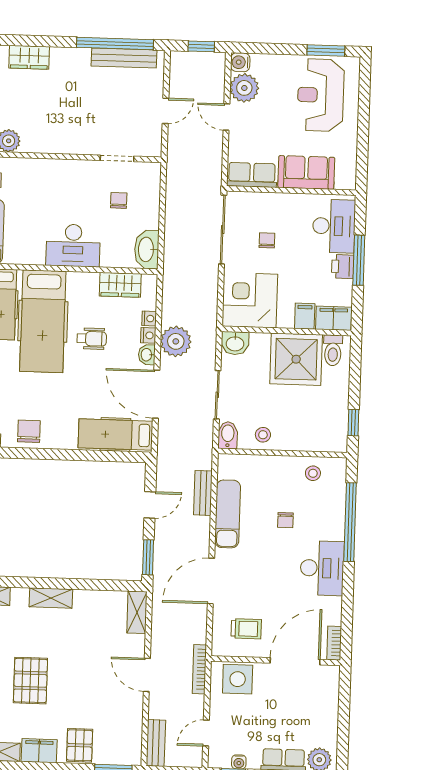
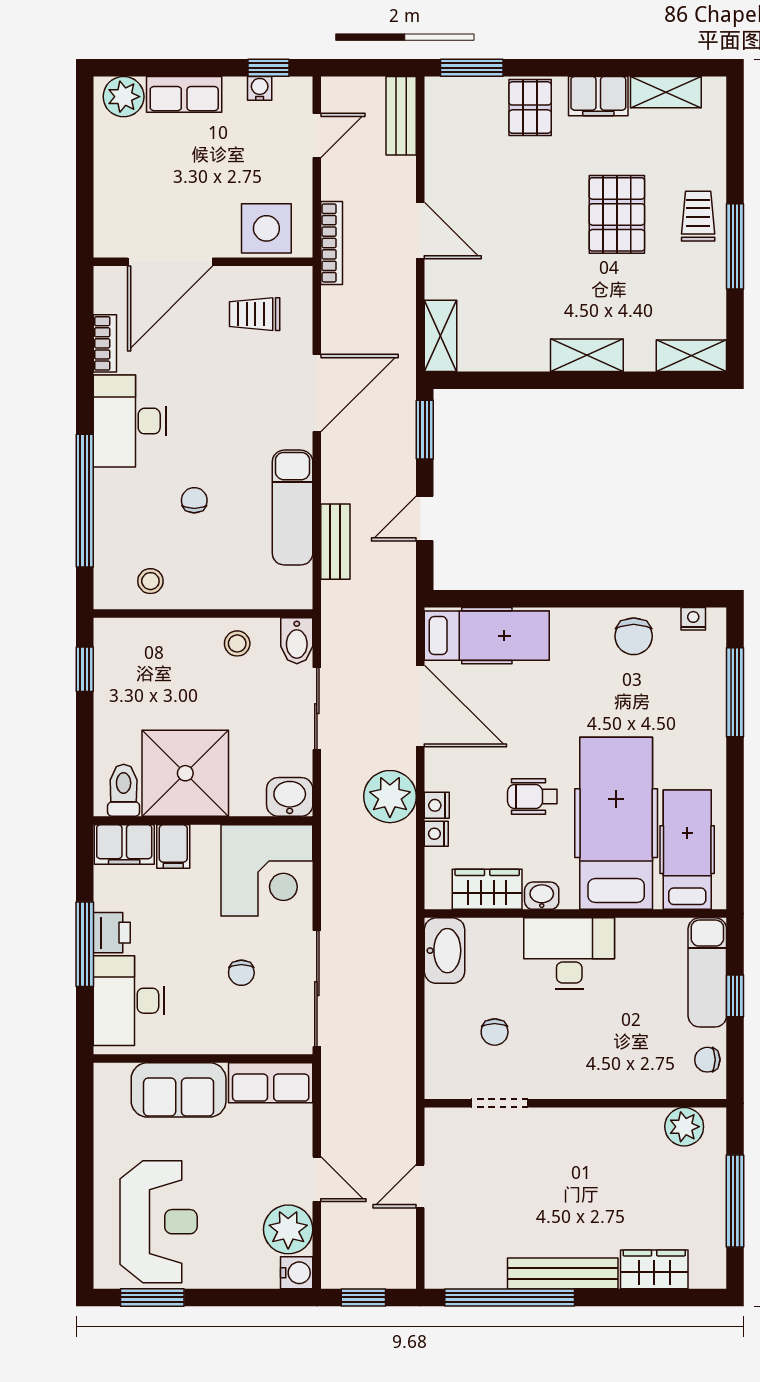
bench: (124, 58) -> (563, 1273), moved
washbasin: (147, 355) -> (542, 896), moved, turned -90
bookcase: (334, 643) -> (105, 343), moved

